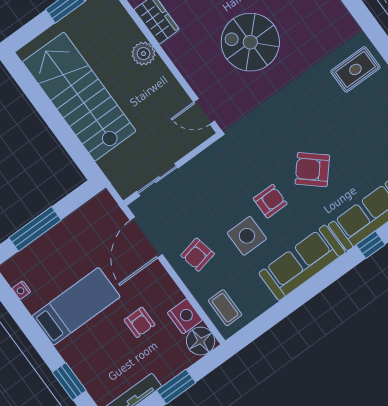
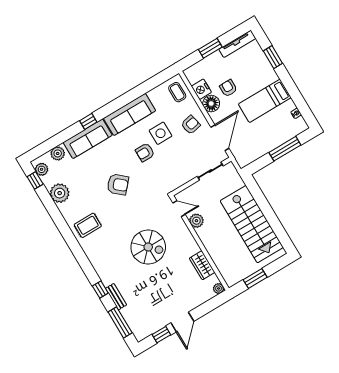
plant: (143, 54) -> (196, 221), moved
armchair: (312, 170) -> (118, 184), moved
floor lamp: (201, 341) -> (211, 104), moved

